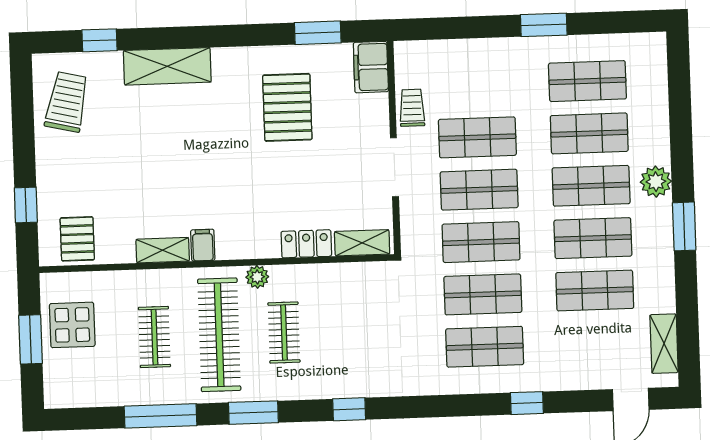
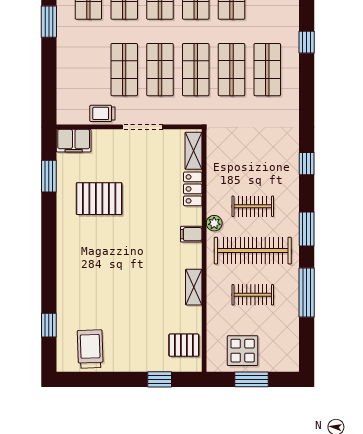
shelving: (167, 66) -> (68, 280), removed
trolley: (67, 102) -> (90, 349), turned 75
filing cabinet: (203, 245) -> (191, 234), moved

